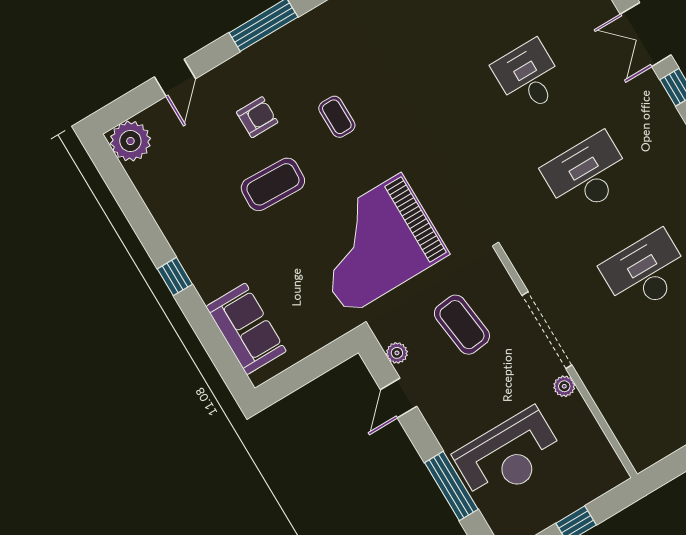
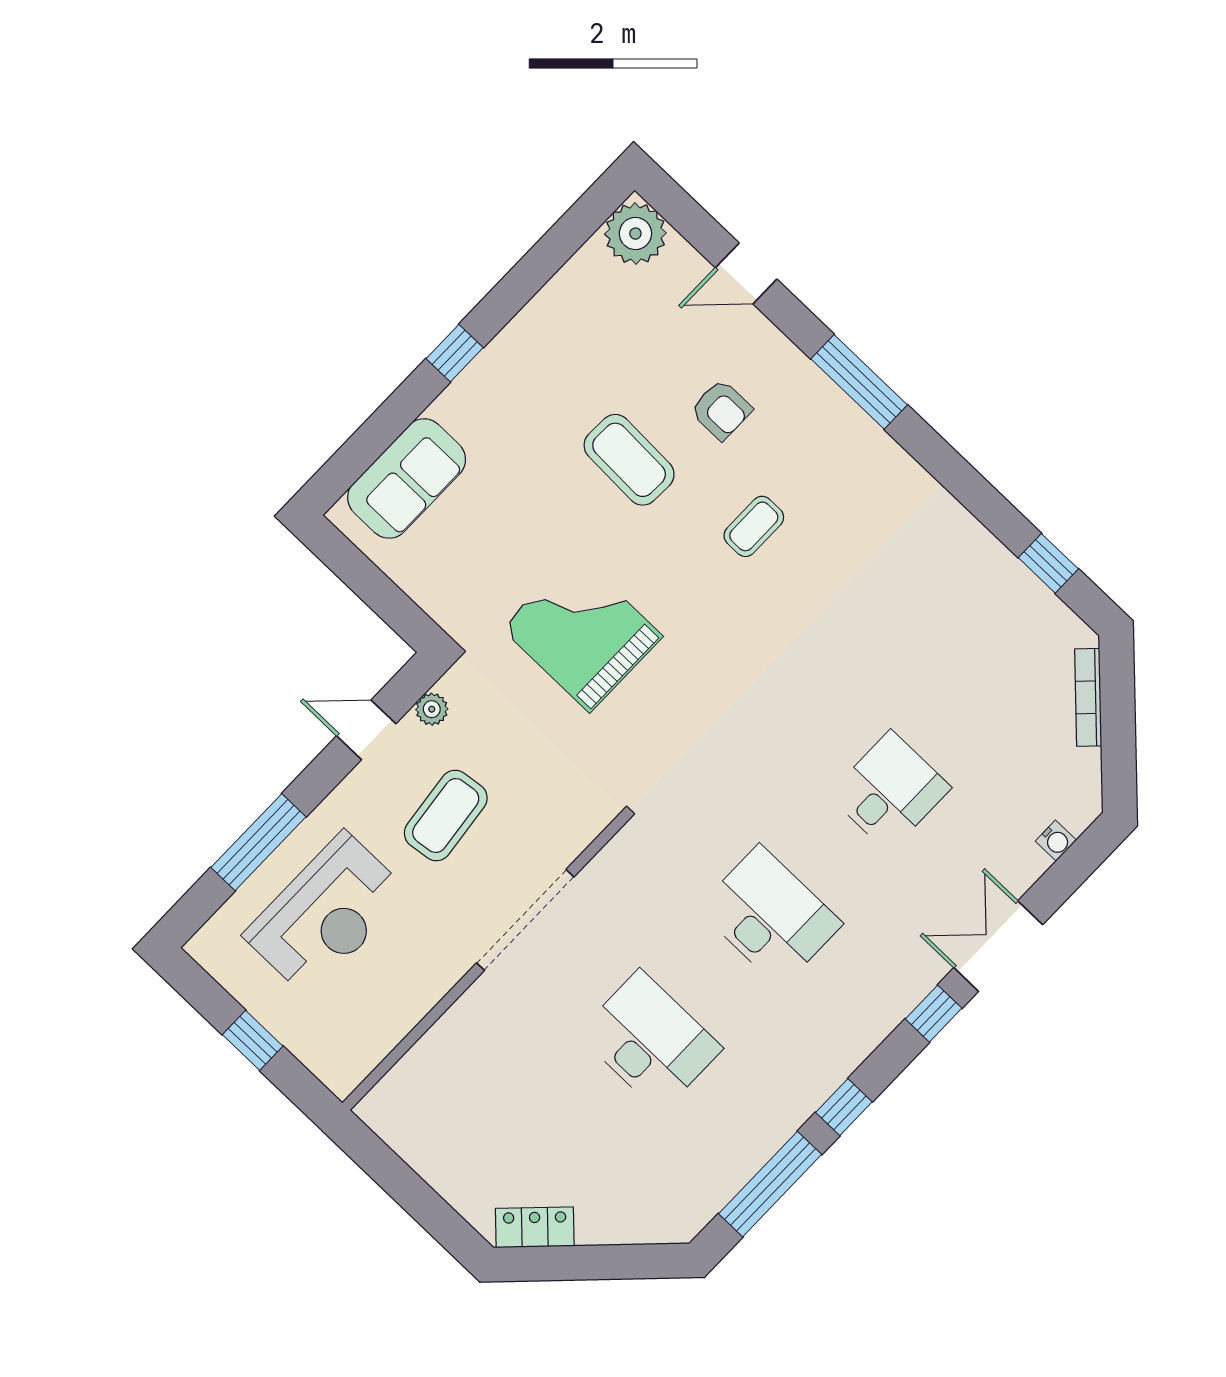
grand piano: (374, 244) -> (582, 632), width x0.73, depth x0.68
coffee table: (462, 325) -> (446, 816), moved
plant: (564, 386) -> (450, 968), removed
reception desk: (509, 456) -> (326, 914), turned -90

